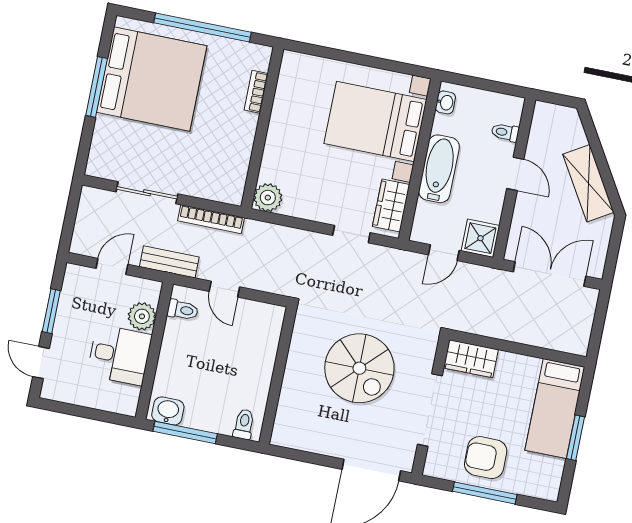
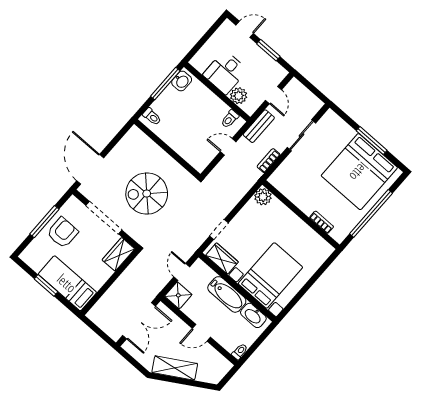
washbasin: (445, 102) -> (253, 315), width x1.91, depth x1.45
toilet: (505, 132) -> (240, 352), moved
bookcase: (211, 219) -> (269, 161), width x0.64

